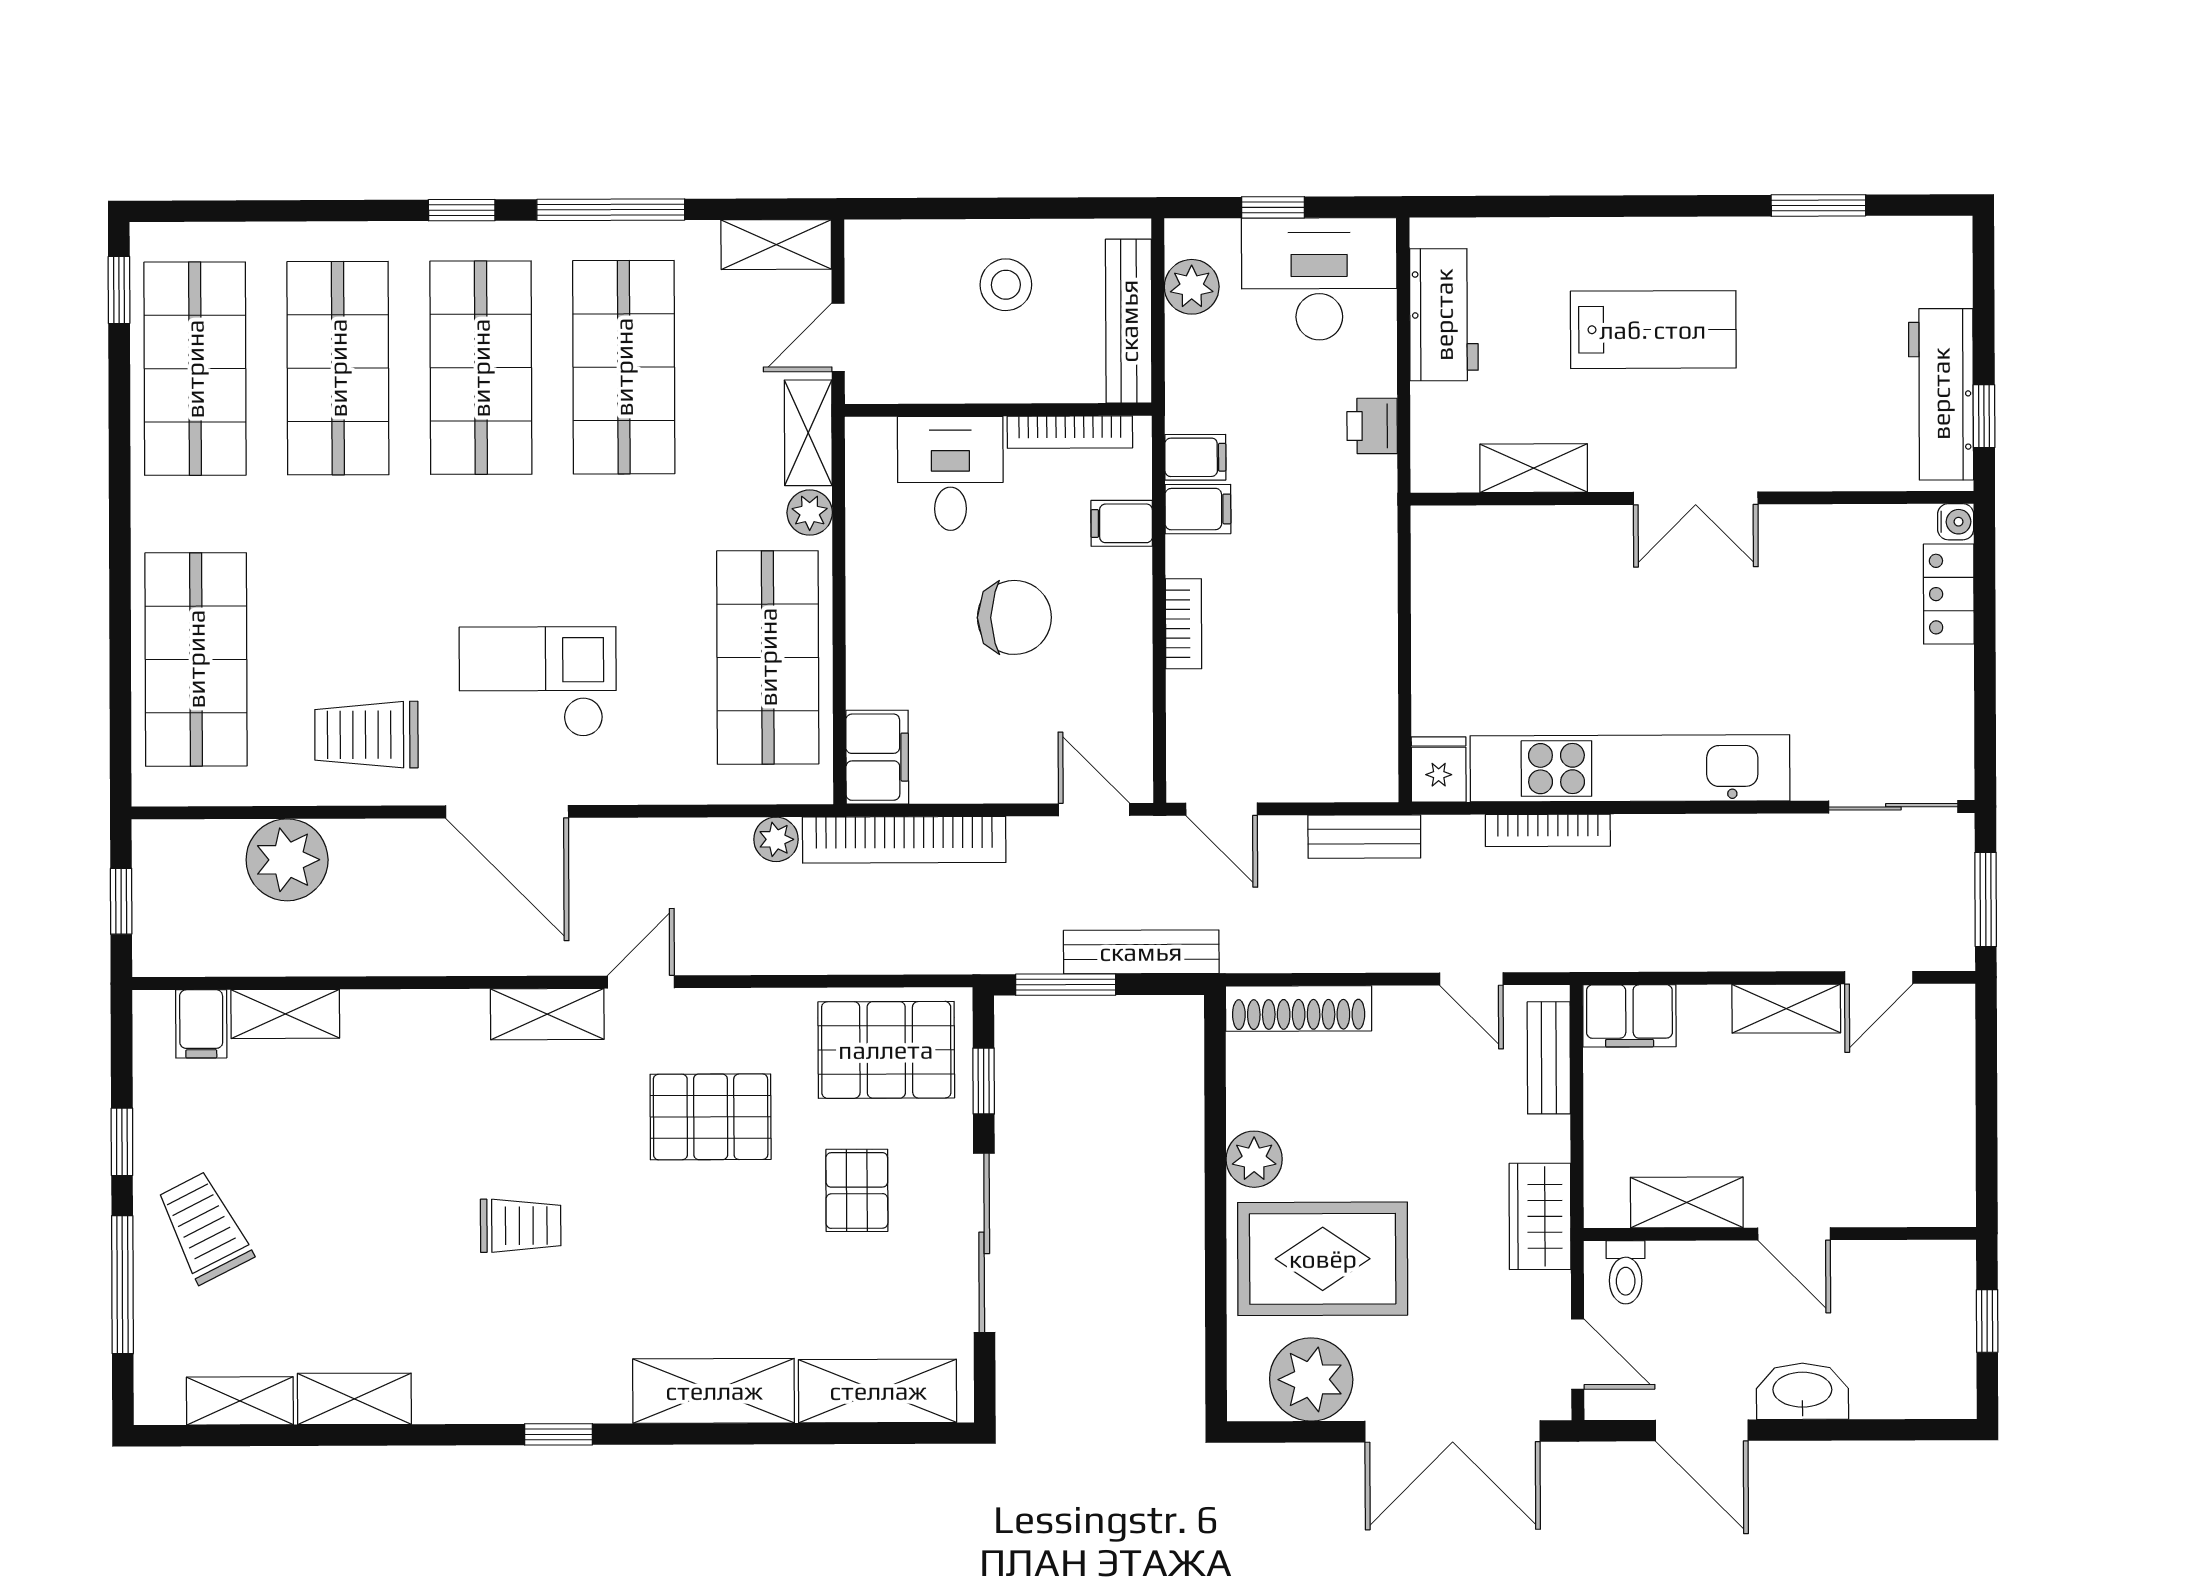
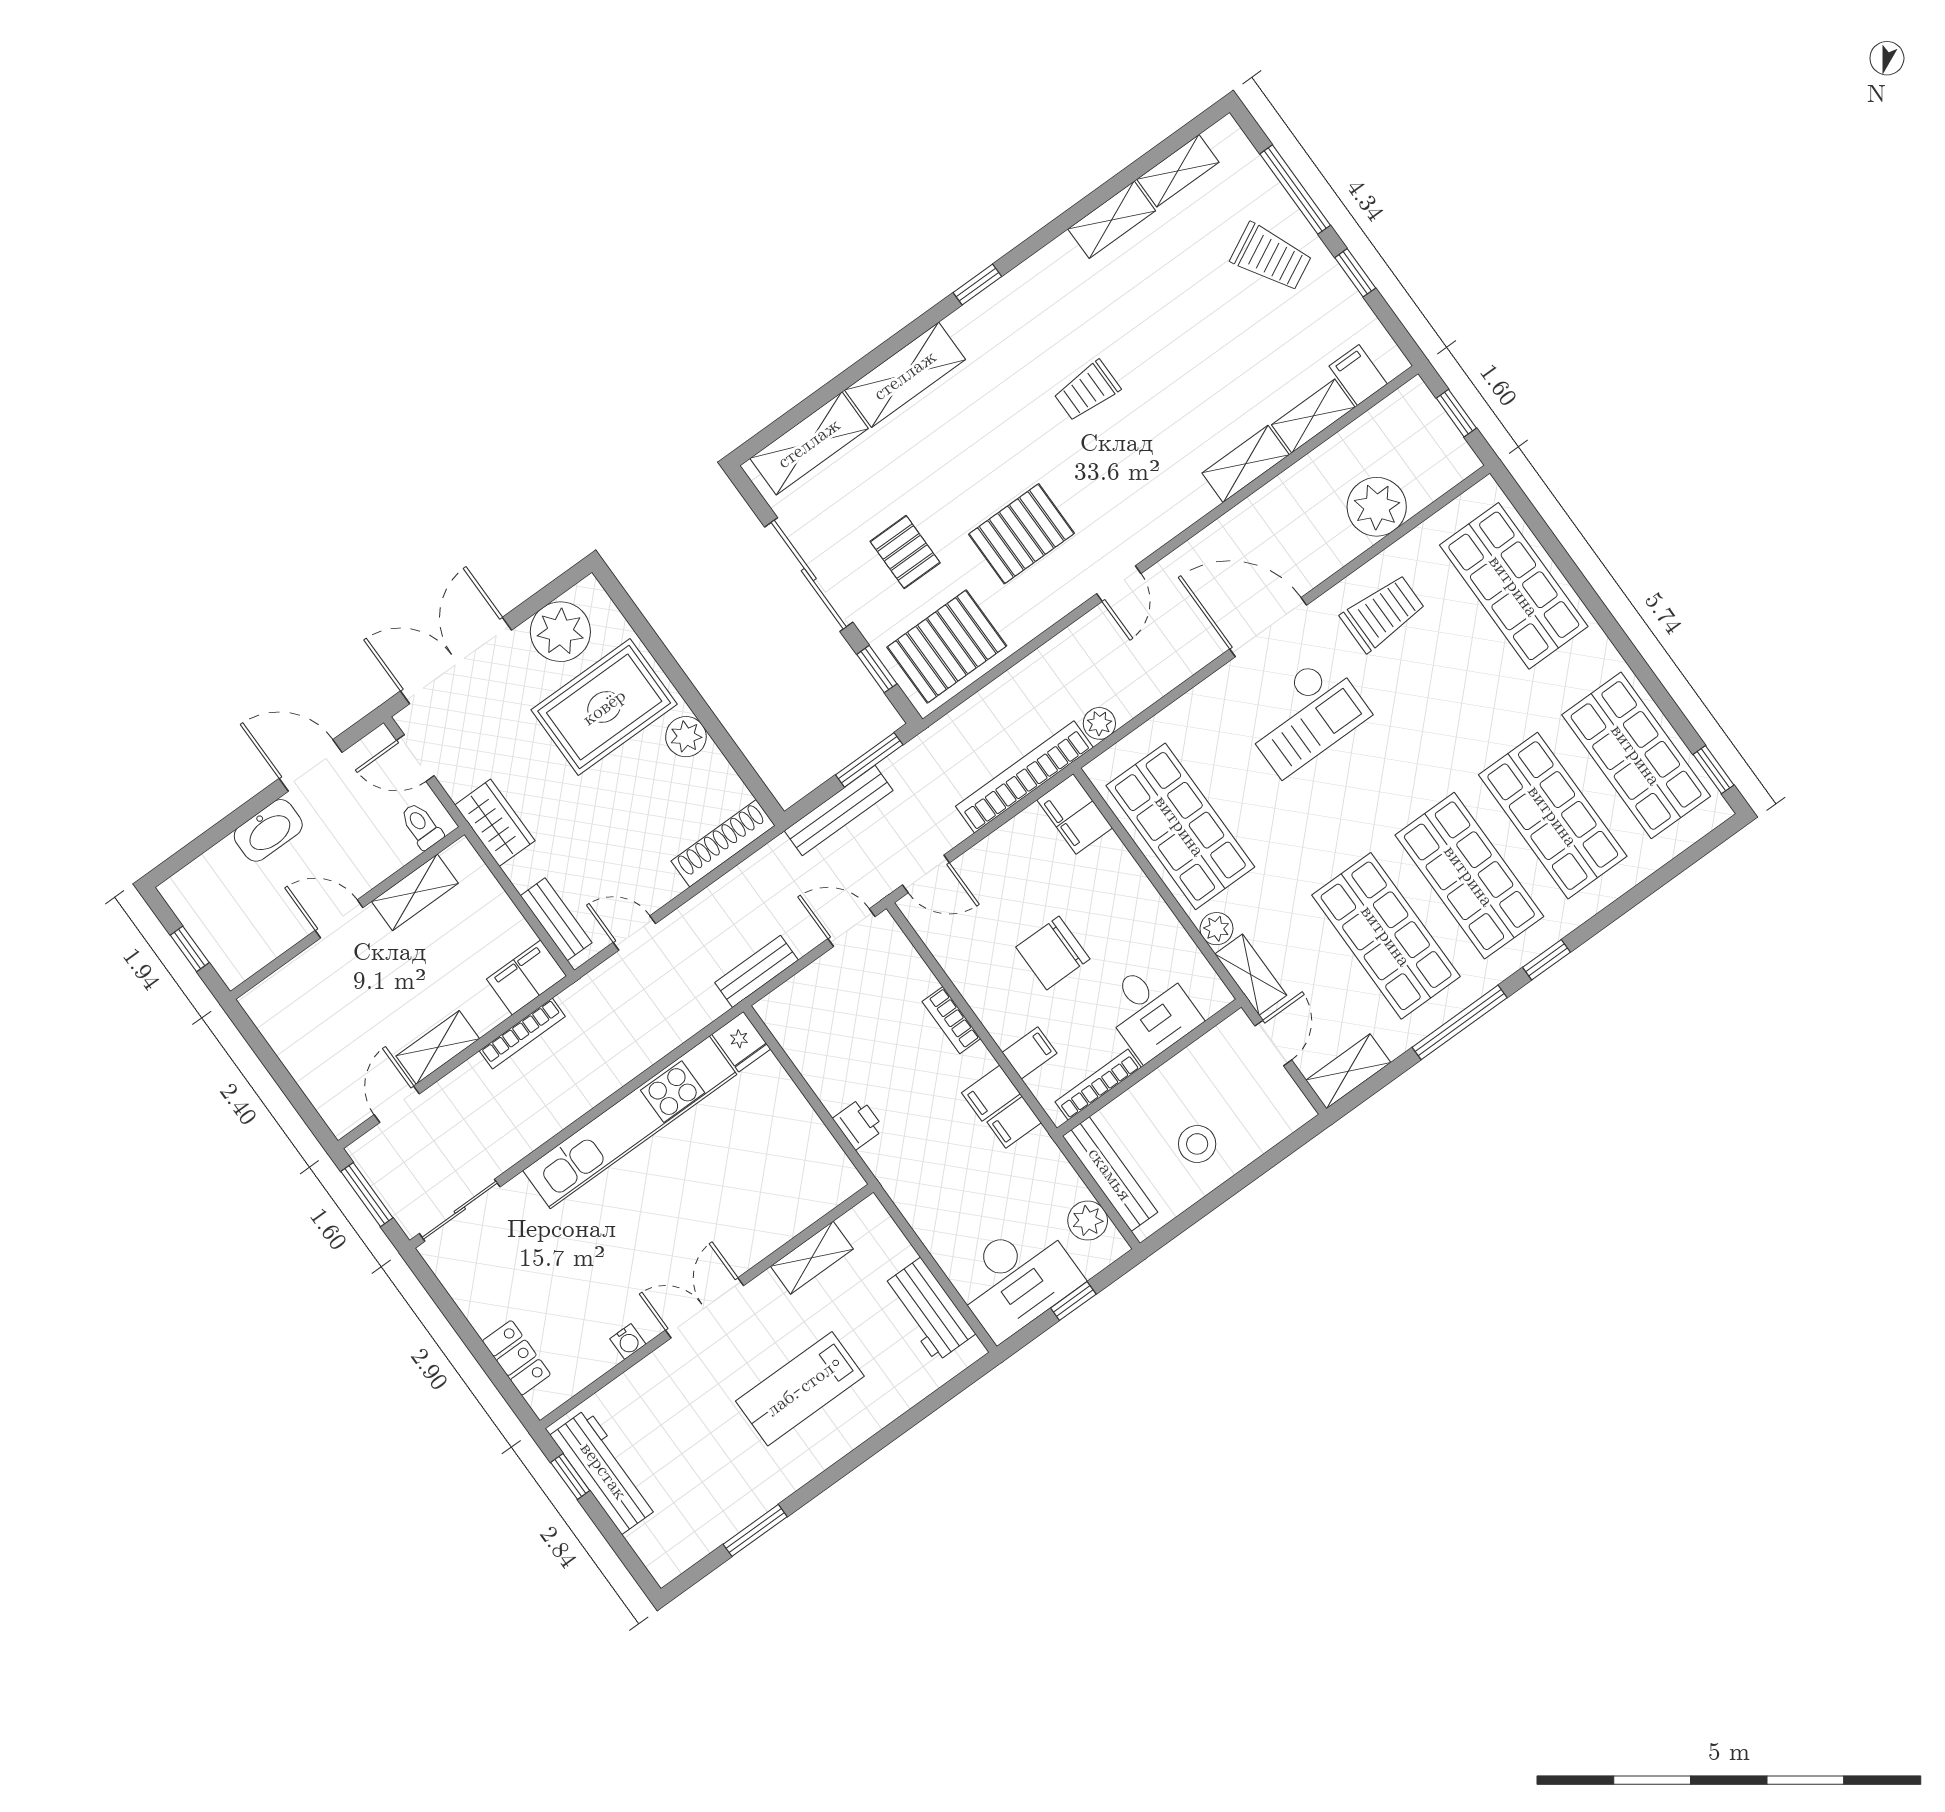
printer: (1372, 426) -> (858, 1124), moved
water cooler: (1956, 522) -> (628, 1341), moved, turned -90
bookcase: (1548, 830) -> (522, 1034), moved, turned 180
shelving: (547, 1014) -> (1246, 464), moved

